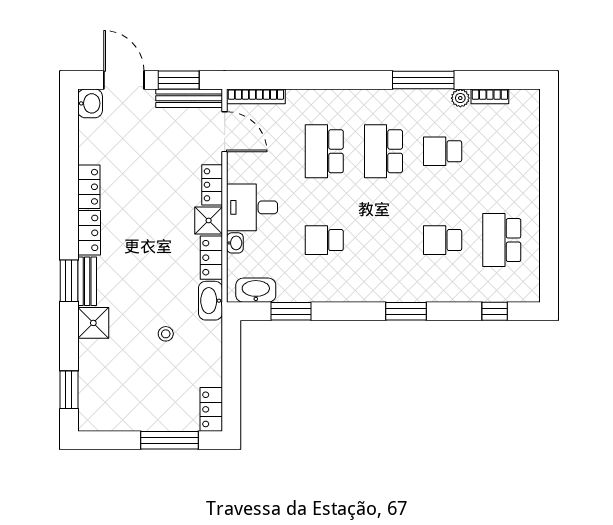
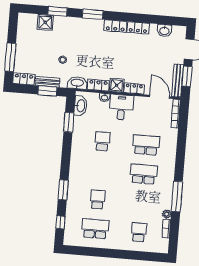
washbasin: (90, 103) -> (164, 31), moved
door: (225, 132) -> (160, 97), swing flipped
school desk: (443, 151) -> (139, 232), moved
bench: (87, 281) -> (47, 82), moved
window: (406, 311) -> (63, 190), moved
shower: (93, 323) -> (45, 22), moved
window: (231, 359) -> (47, 91), added
window: (69, 390) -> (57, 11), moved

